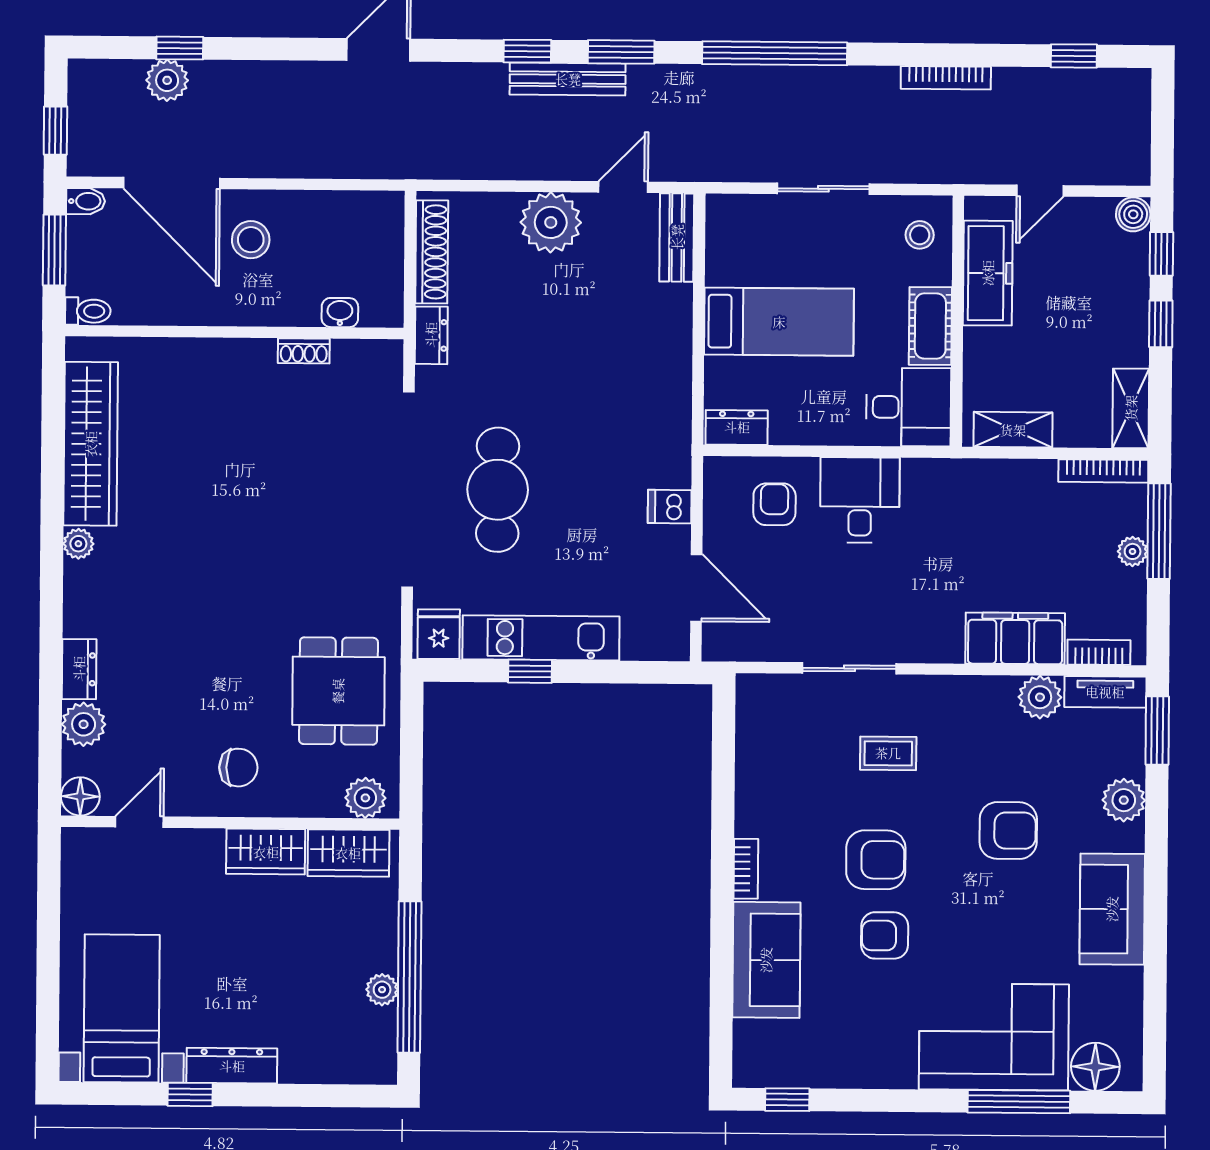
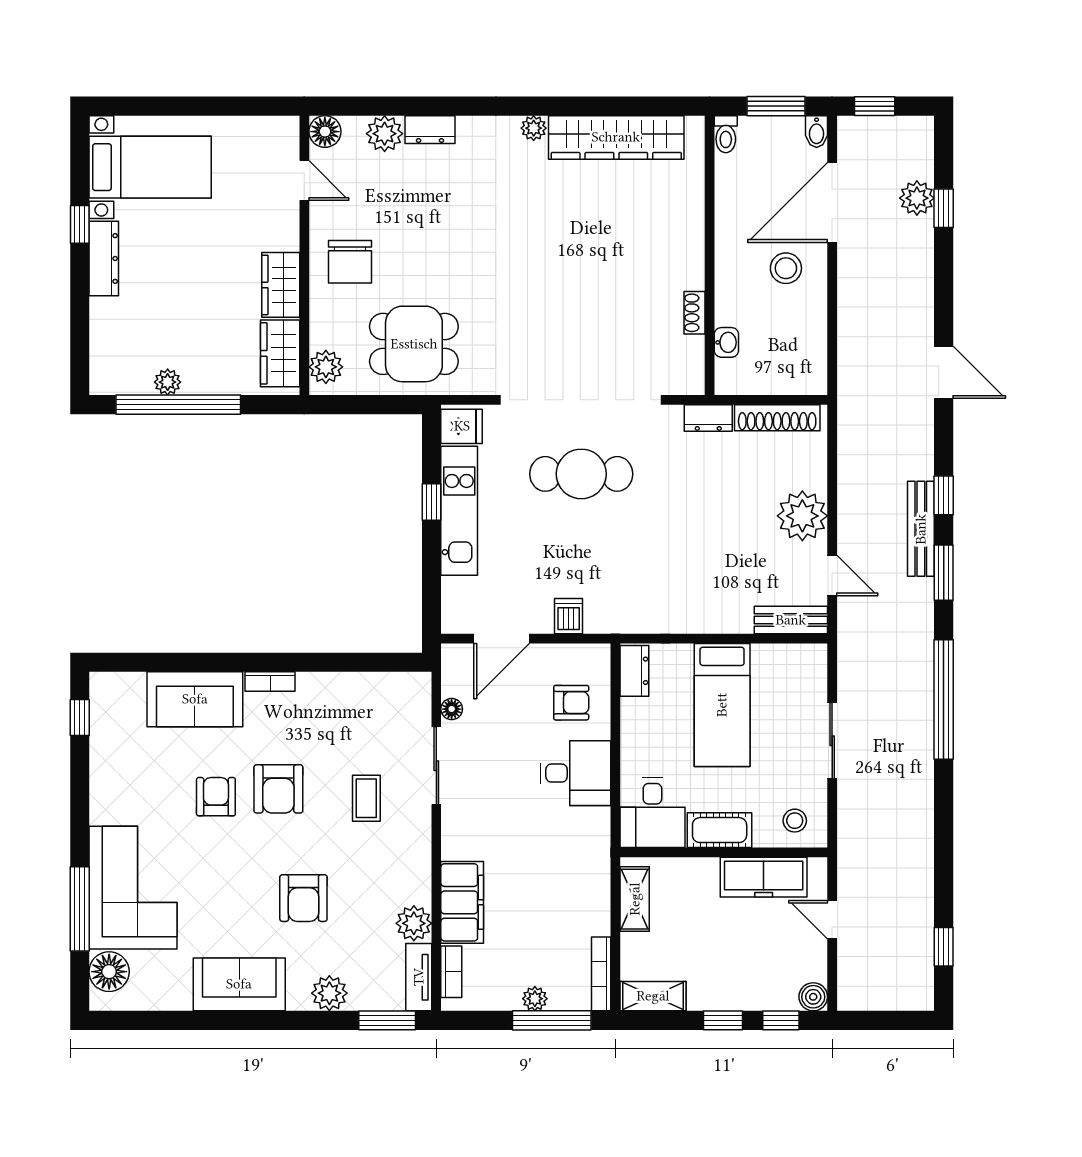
bookcase: (946, 78) -> (925, 841), removed
floor lamp: (781, 649) -> (452, 709), added
chair: (238, 768) -> (350, 262), width x1.37, depth x1.37

